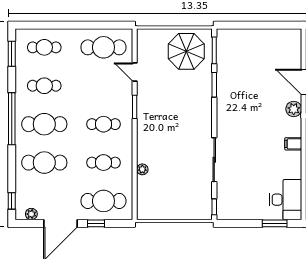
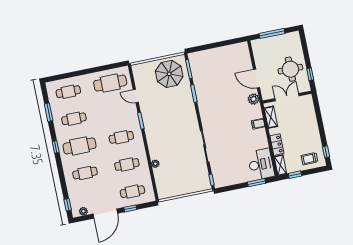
window: (12, 54) -> (49, 112), moved
window: (12, 119) -> (56, 147), width x0.32
cafe table: (44, 163) -> (85, 173), width x0.73, depth x0.74
cafe table: (103, 201) -> (132, 192), width x0.73, depth x0.74

